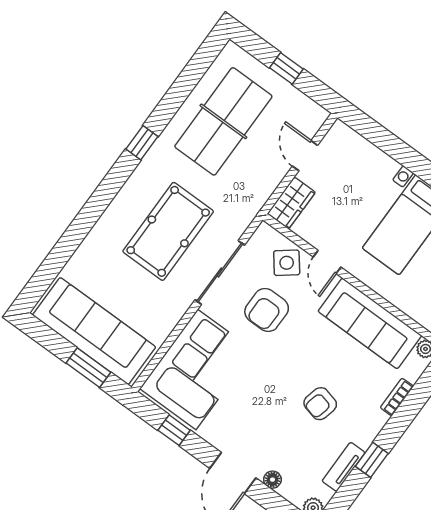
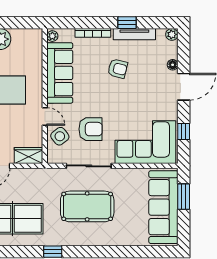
door: (327, 262) -> (45, 116), hinge flipped
bookcase: (397, 397) -> (93, 33), width x1.56
tv unit: (344, 467) -> (134, 34), width x1.41

